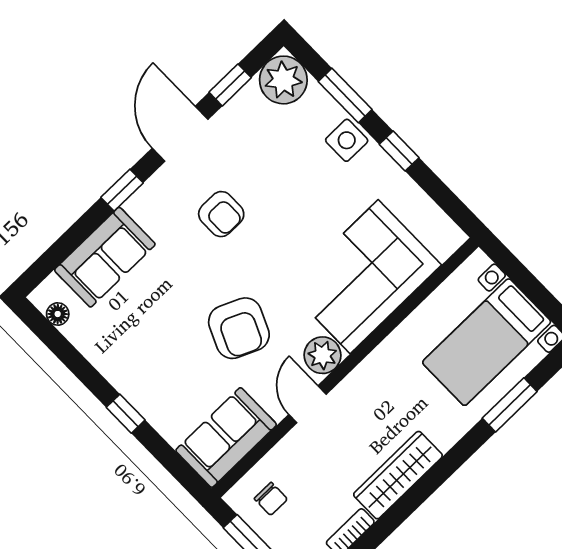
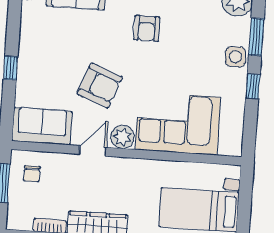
armchair: (239, 328) -> (100, 86), turned -93

